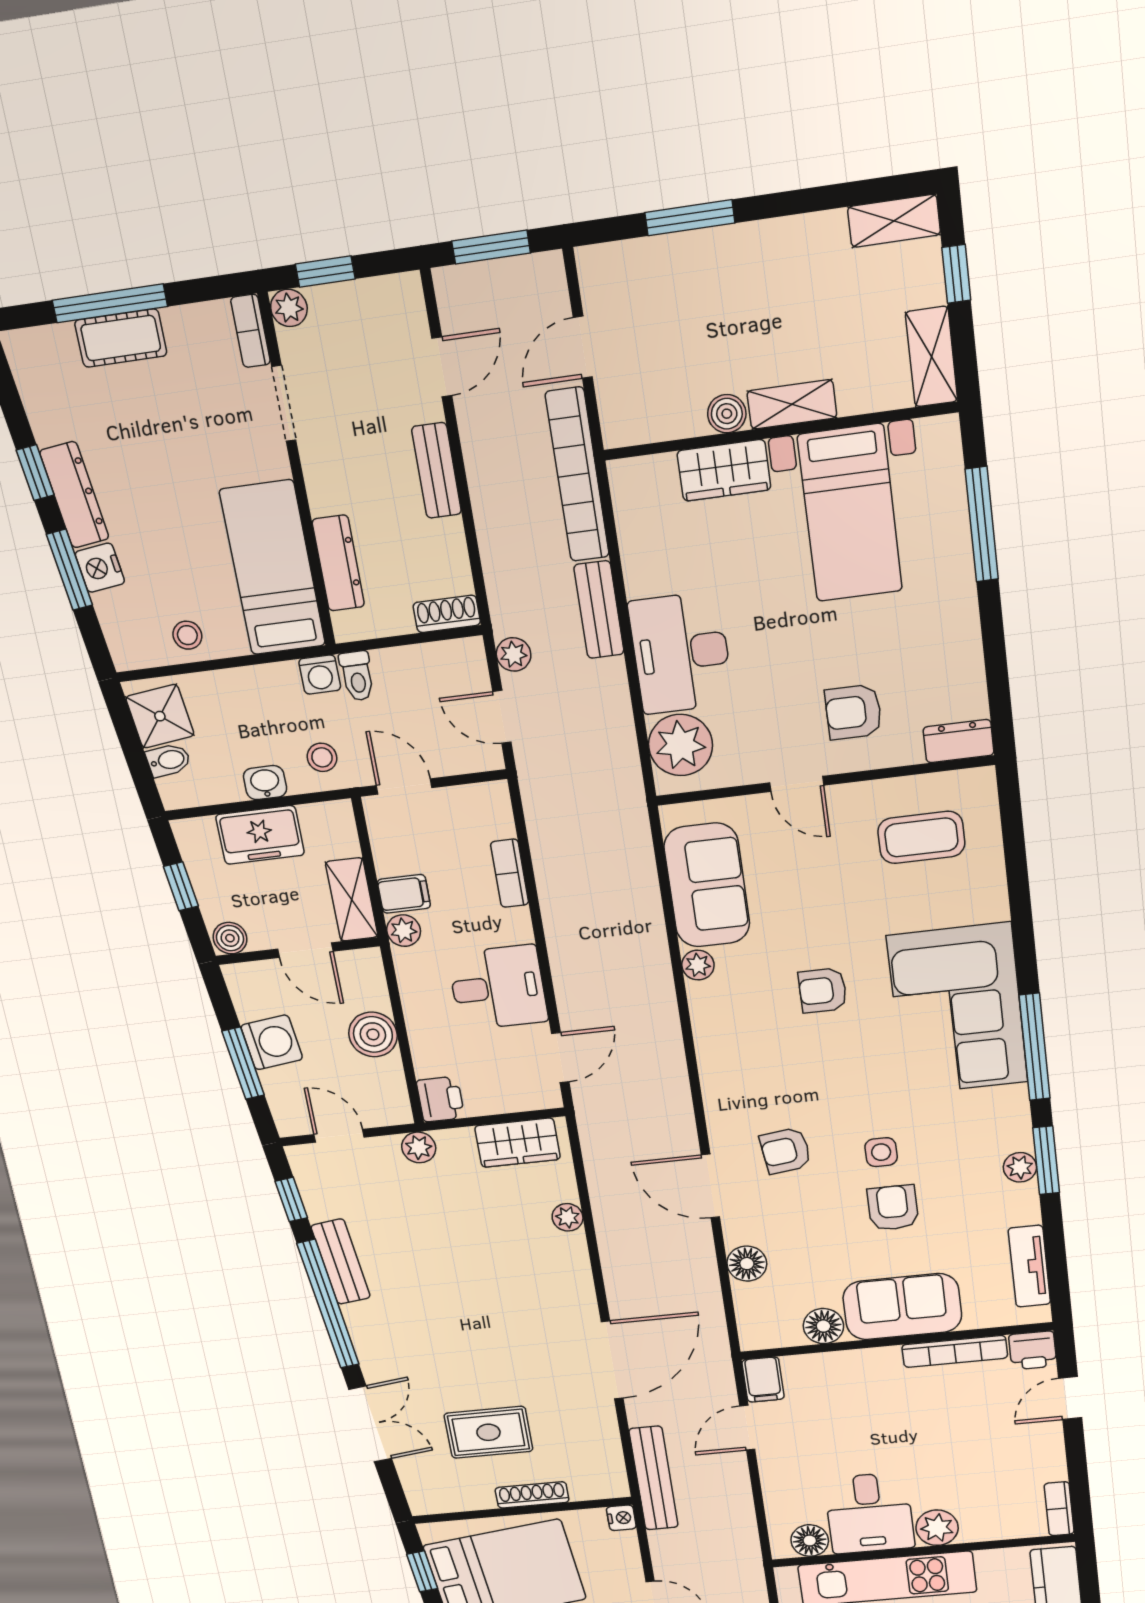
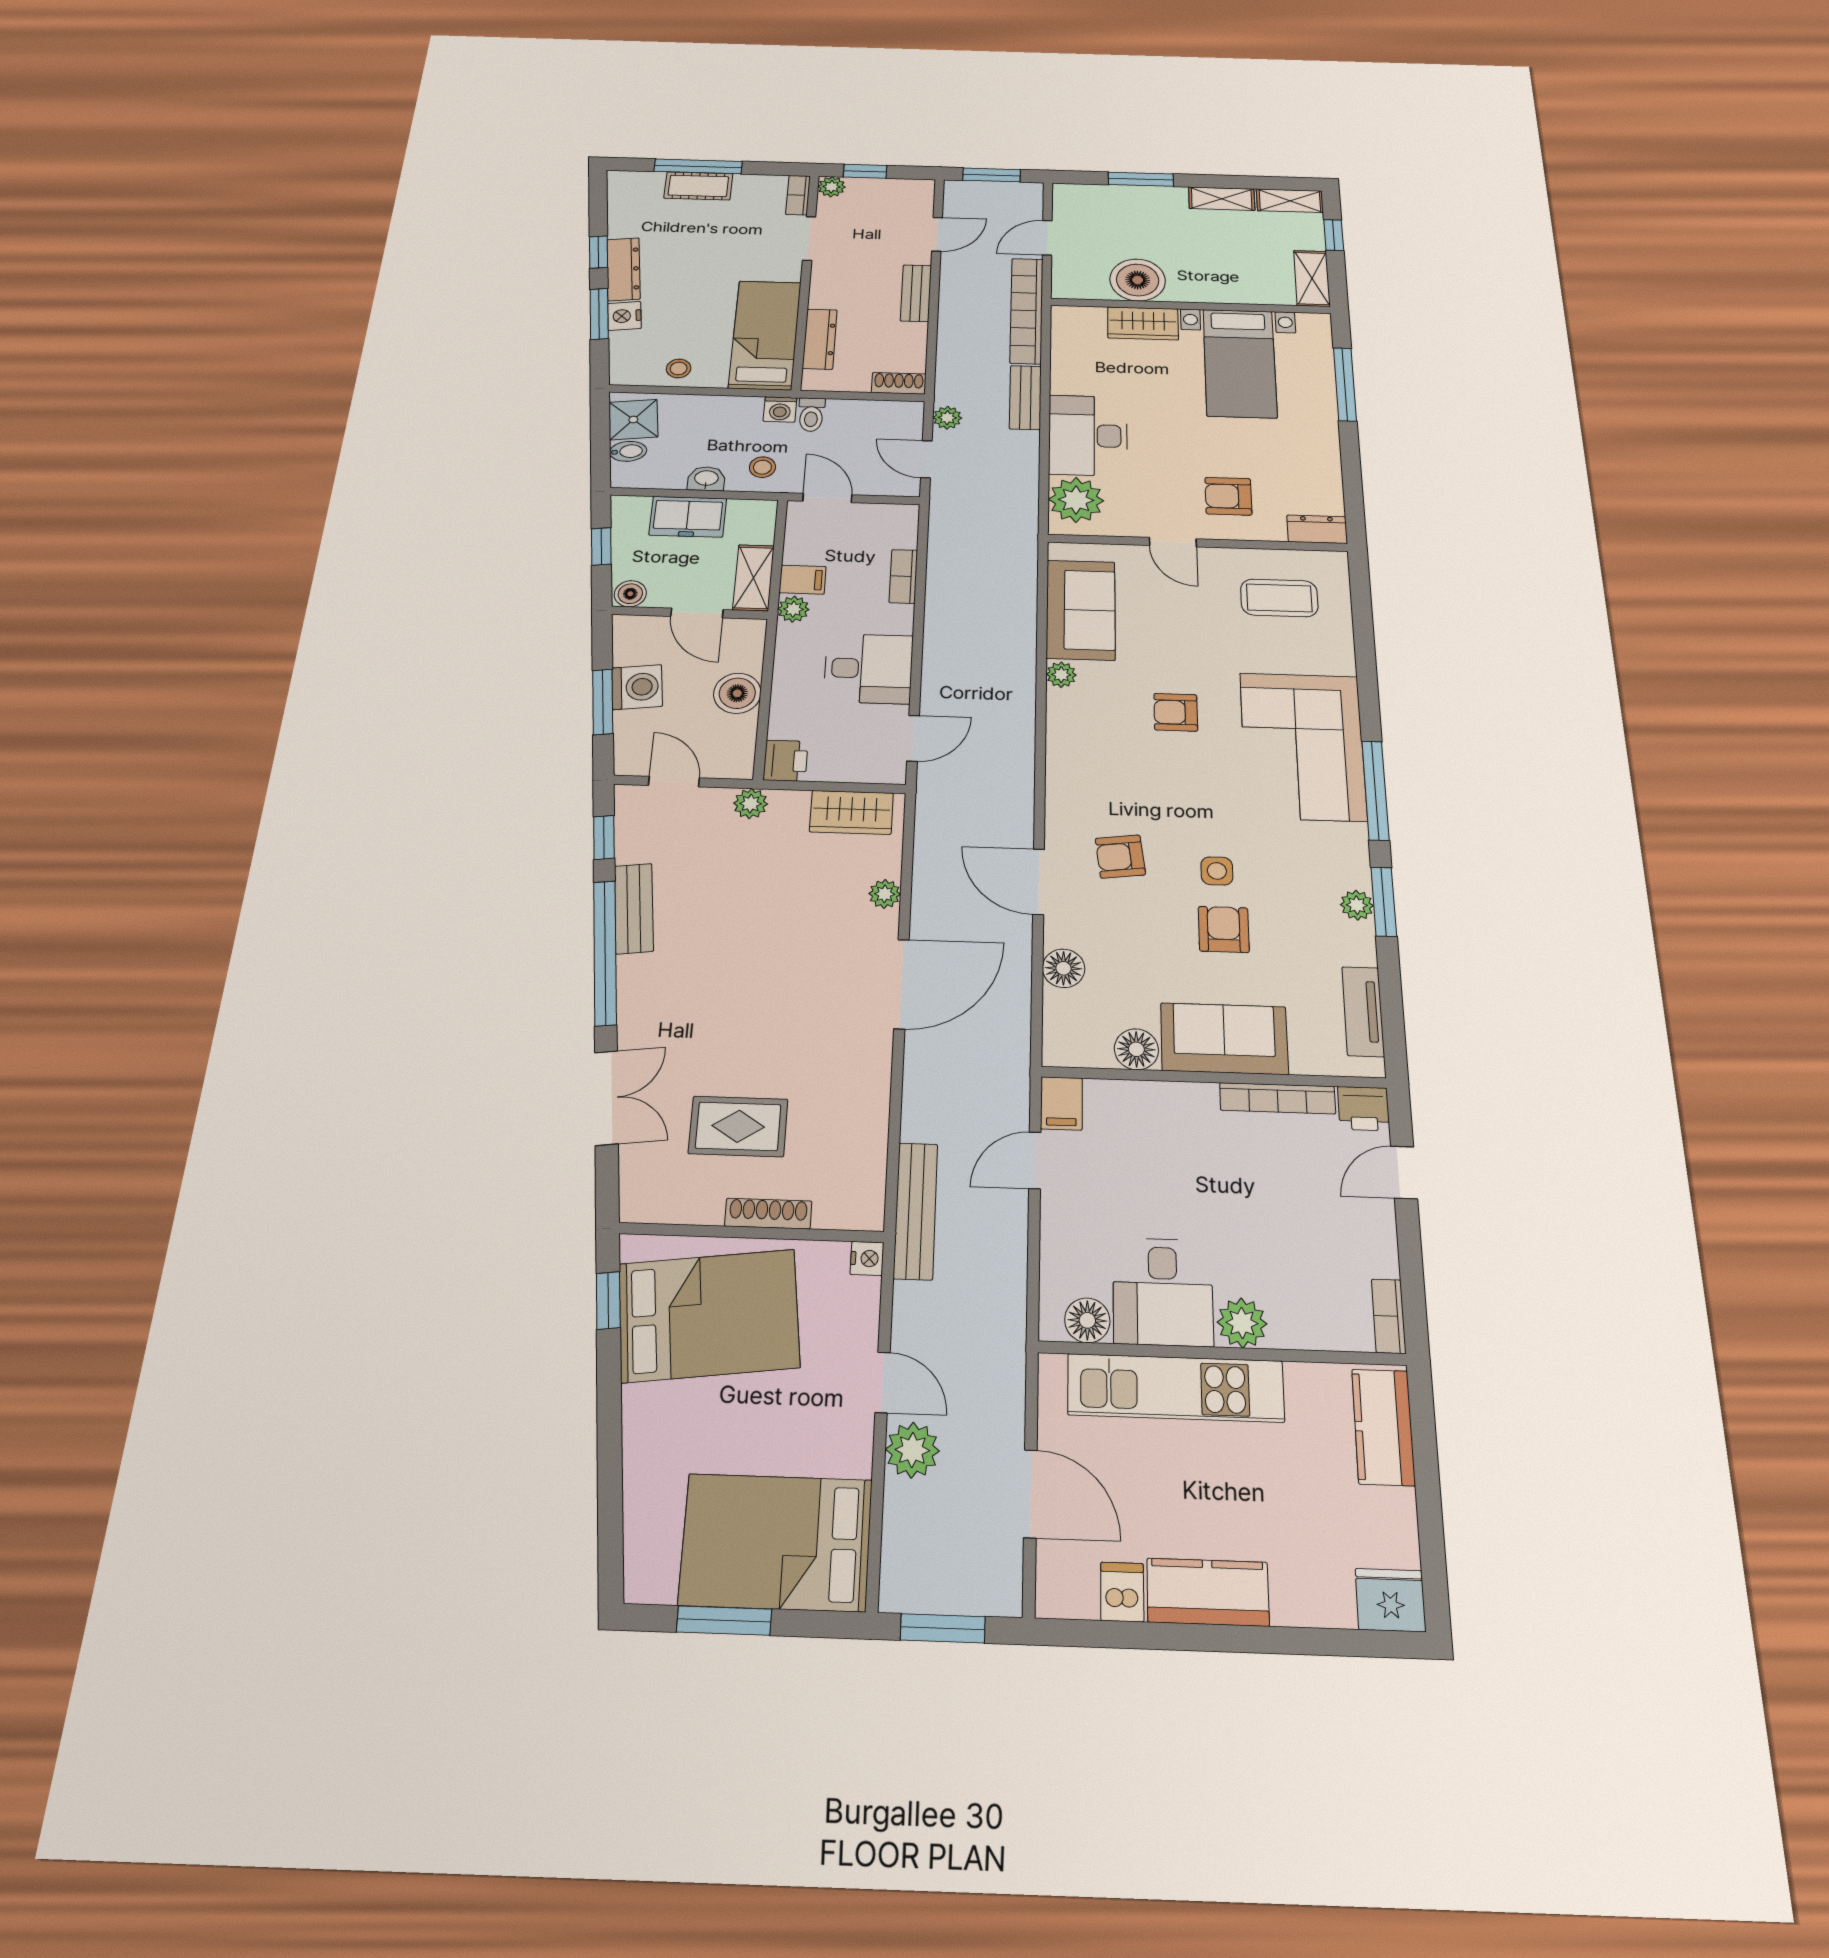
shelving: (792, 404) -> (1222, 199), moved
boiler: (727, 414) -> (1138, 280), width x1.86, depth x1.86
door: (612, 1360) -> (901, 984), moved

